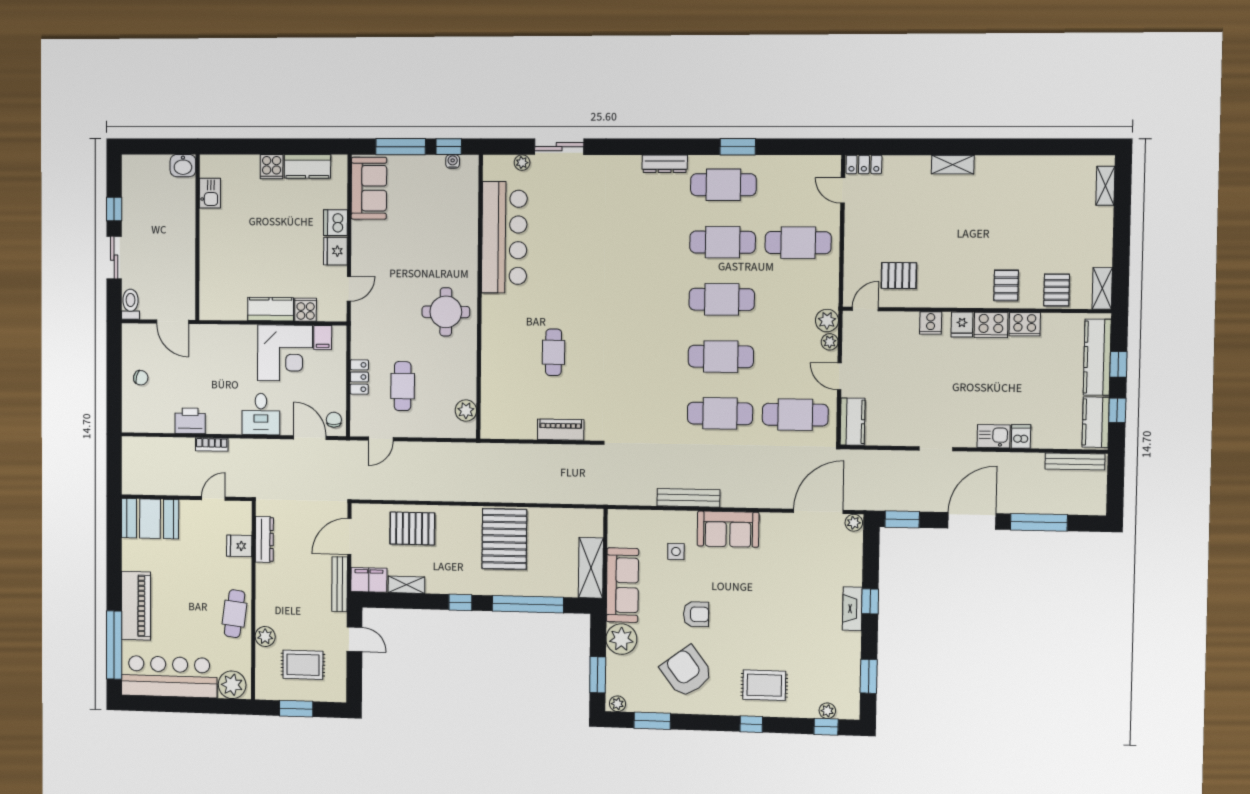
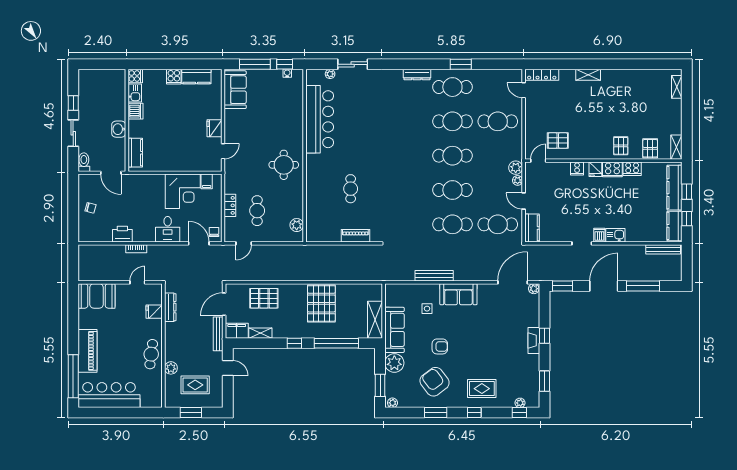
locker: (864, 164) -> (542, 75), width x1.53
washbasin: (183, 166) -> (119, 129), moved, turned 90
dishwasher: (335, 223) -> (135, 111), moved, turned 180
kitchen counter: (271, 309) -> (135, 153), moved, turned 90
cooker: (306, 310) -> (135, 76), moved, turned 90
dishwasher: (1021, 436) -> (599, 235), moved
plant: (232, 685) -> (150, 399), removed
window: (652, 721) -> (436, 413), moved

